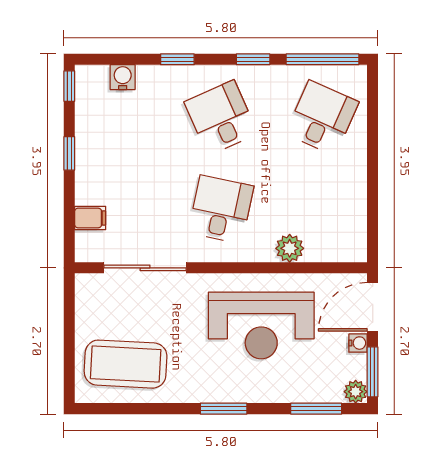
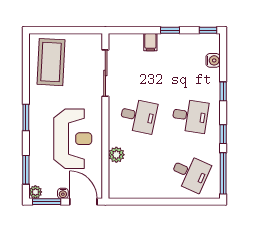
desk: (221, 118) -> (190, 116), turned 33
filing cabinet: (90, 218) -> (150, 42), moved
reception desk: (261, 326) -> (73, 139), turned 180

